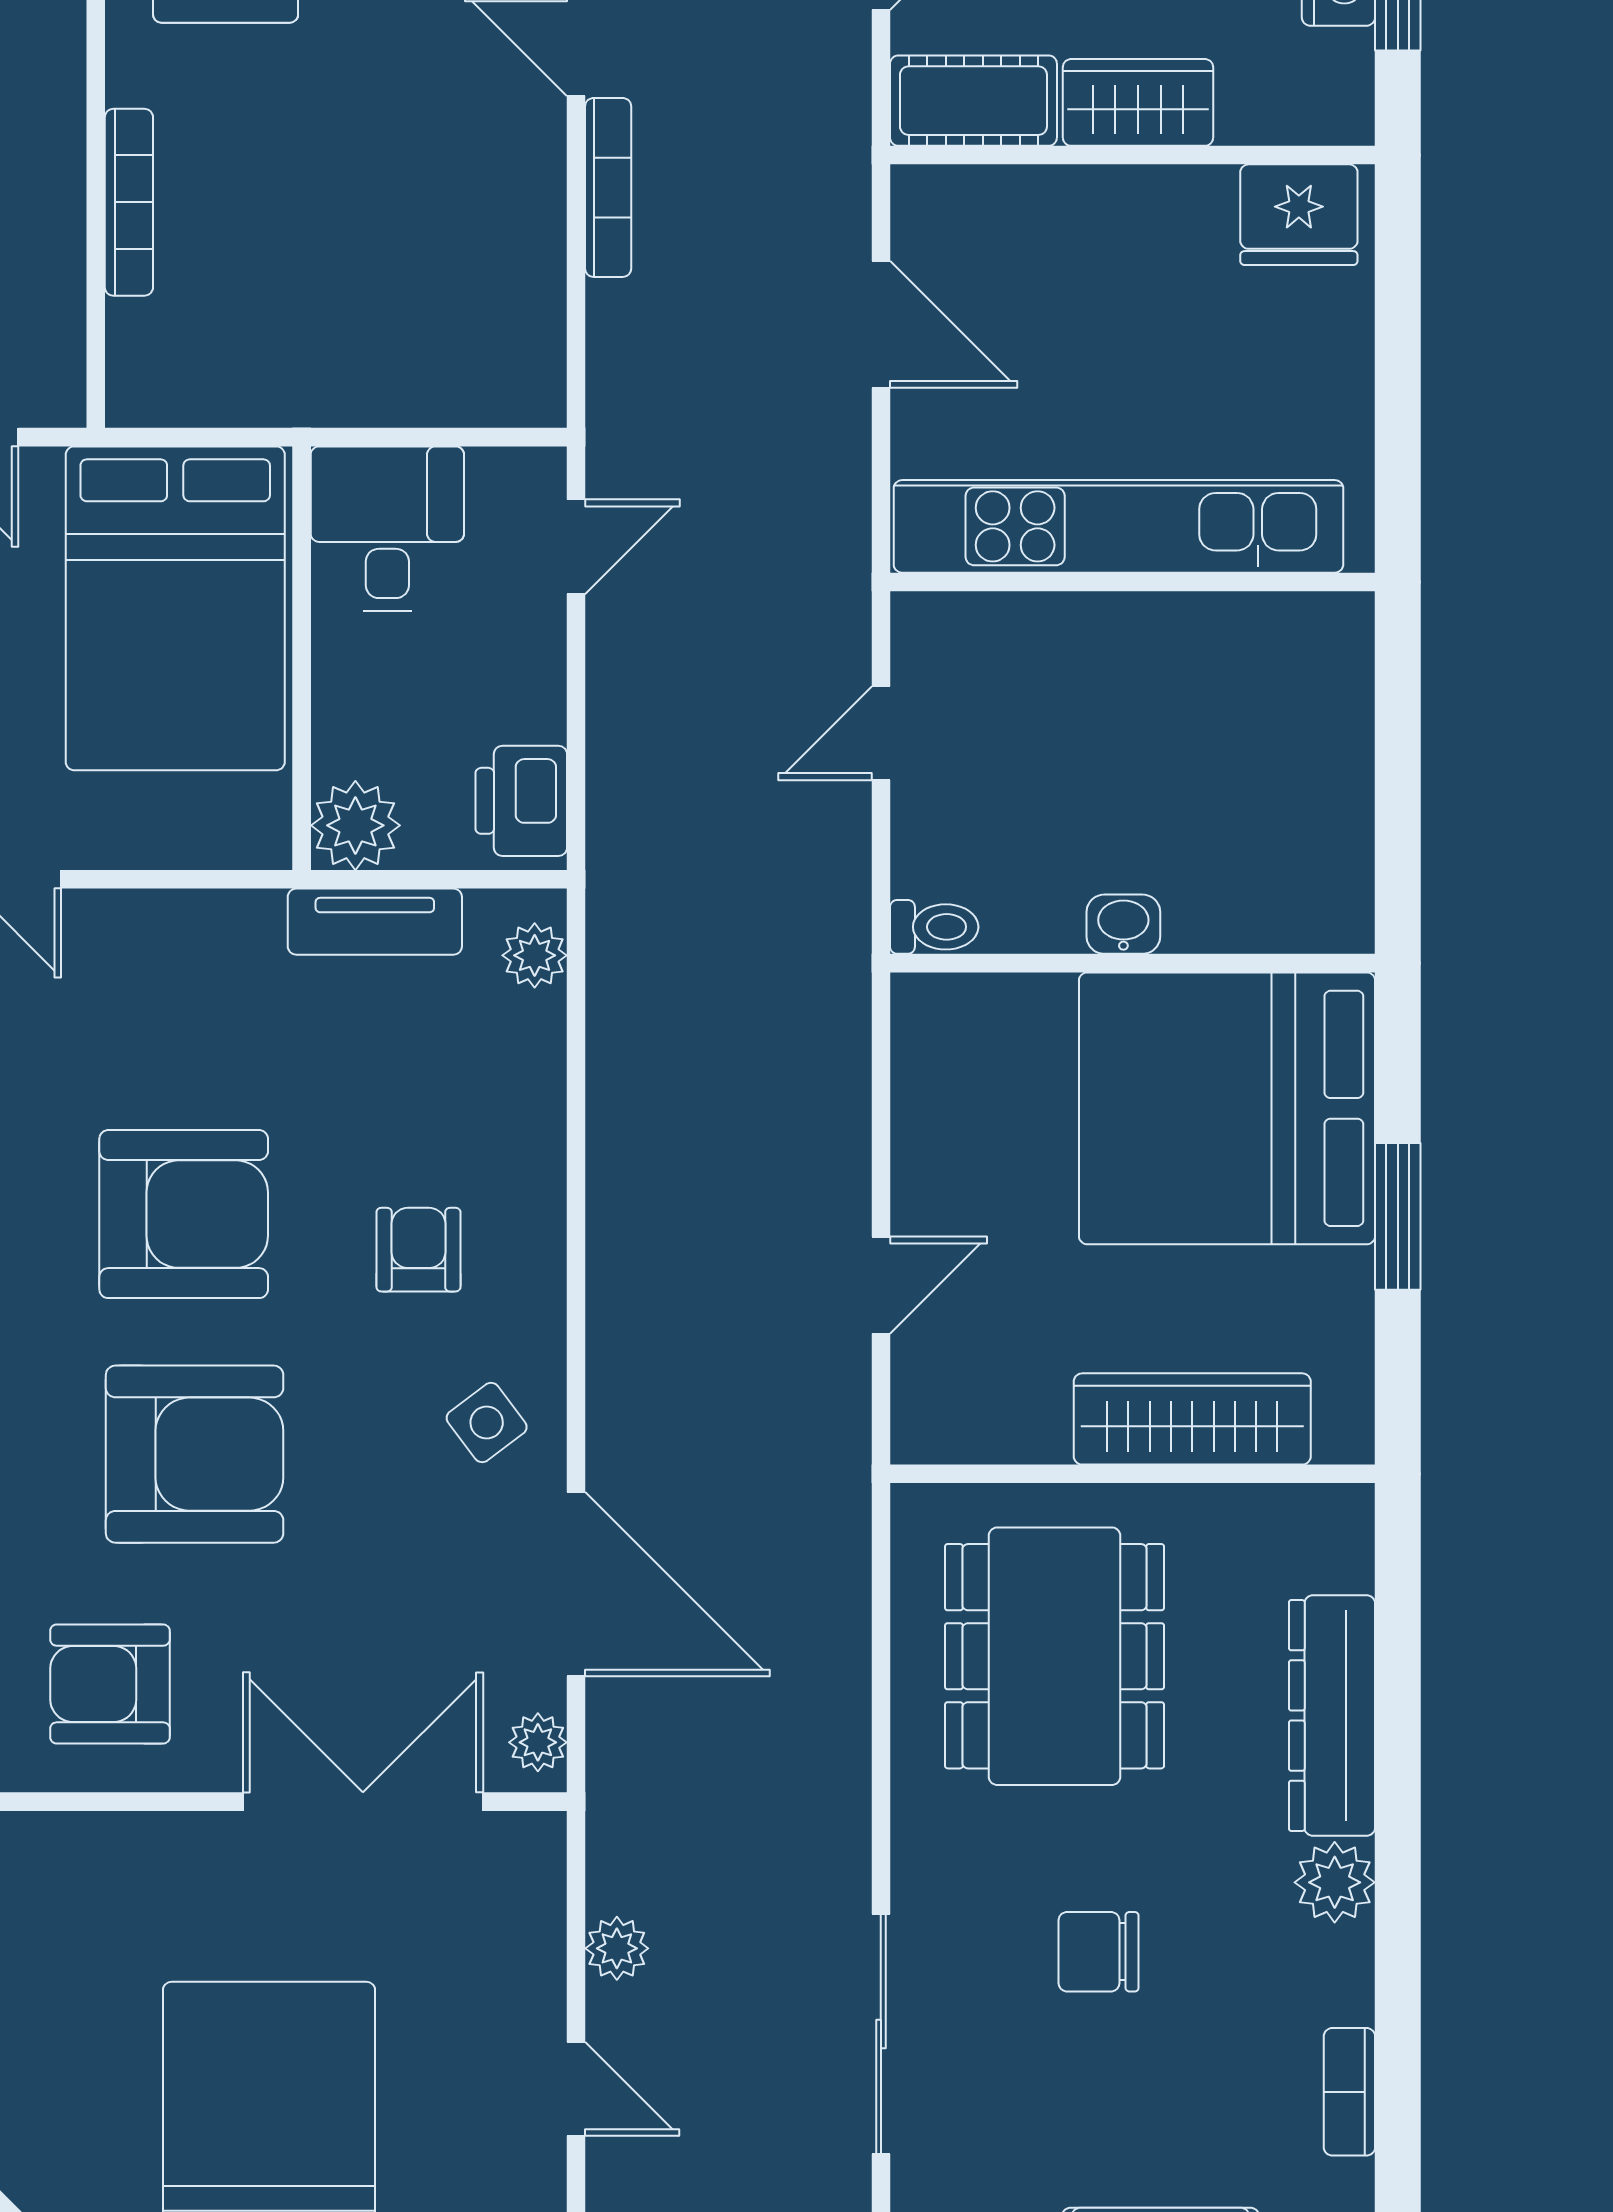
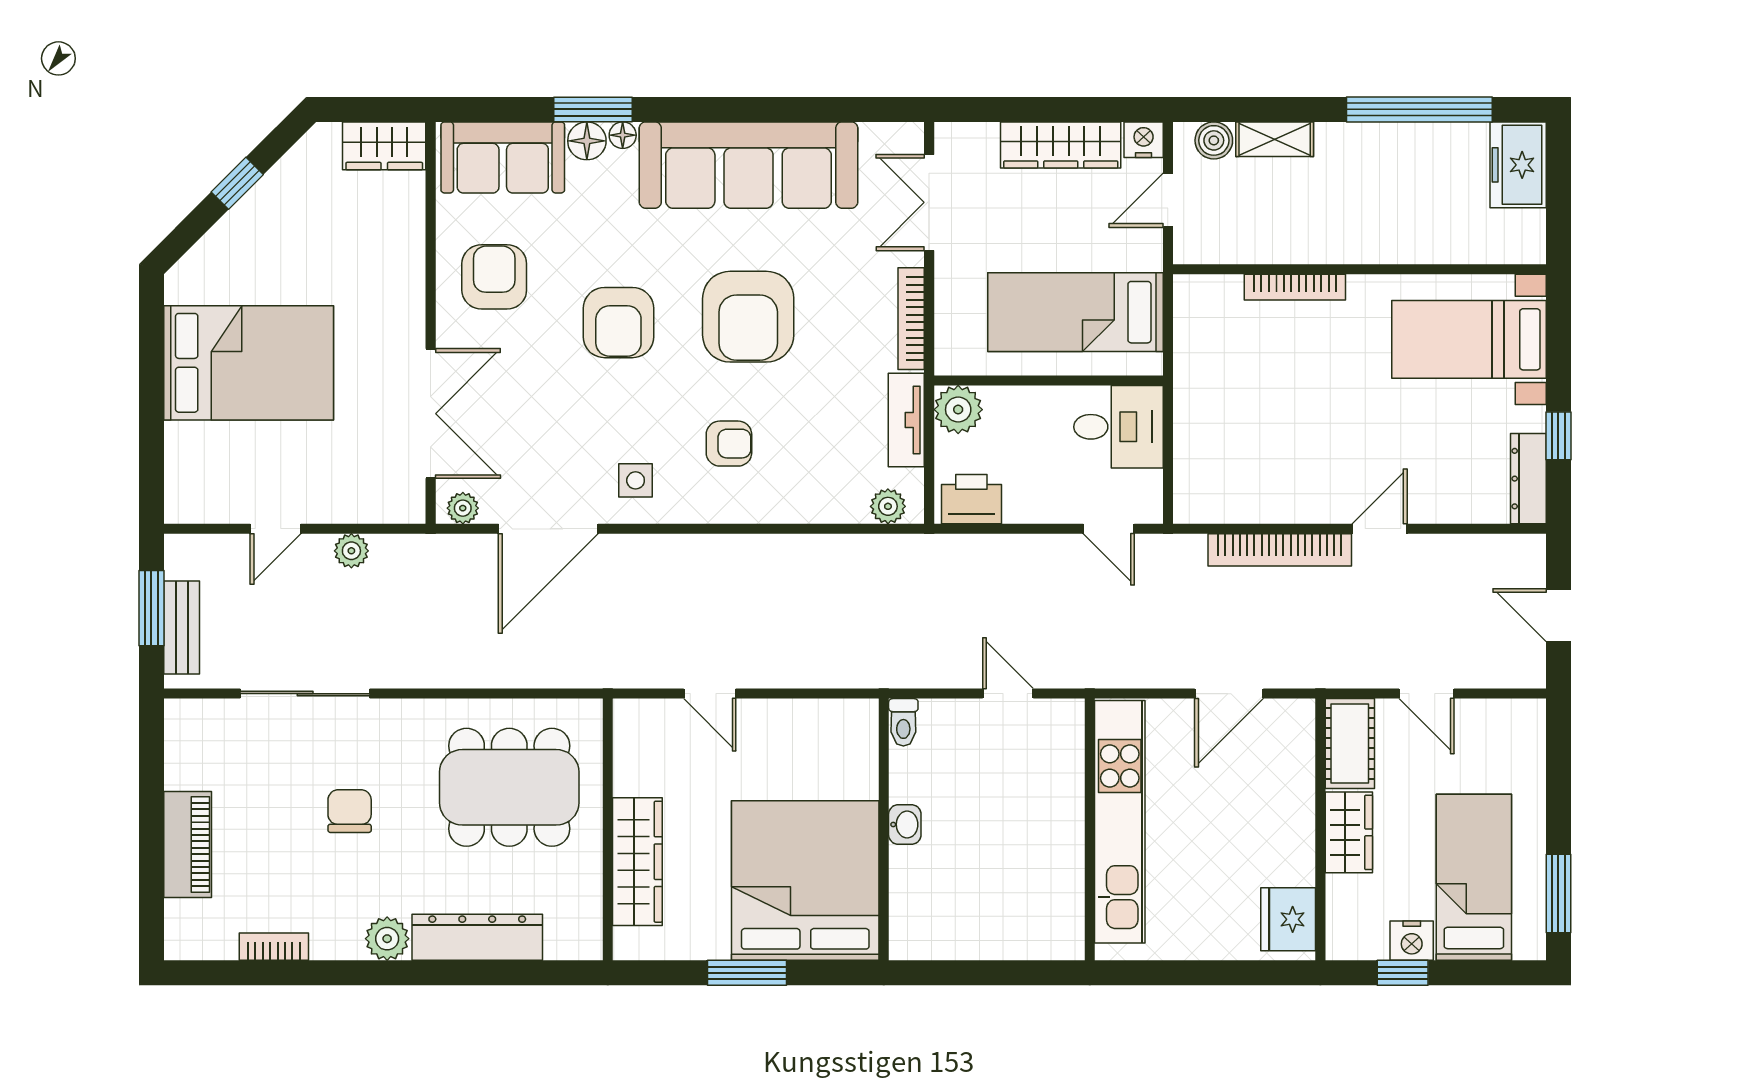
bookcase: (608, 187) -> (1280, 550), width x1.48, depth x1.31
bed: (175, 608) -> (1075, 312), width x0.67
bookcase: (187, 913) -> (911, 319), added
side table: (487, 1423) -> (636, 480), turned 37
armchair: (195, 1454) -> (618, 323), width x0.73, depth x0.73

